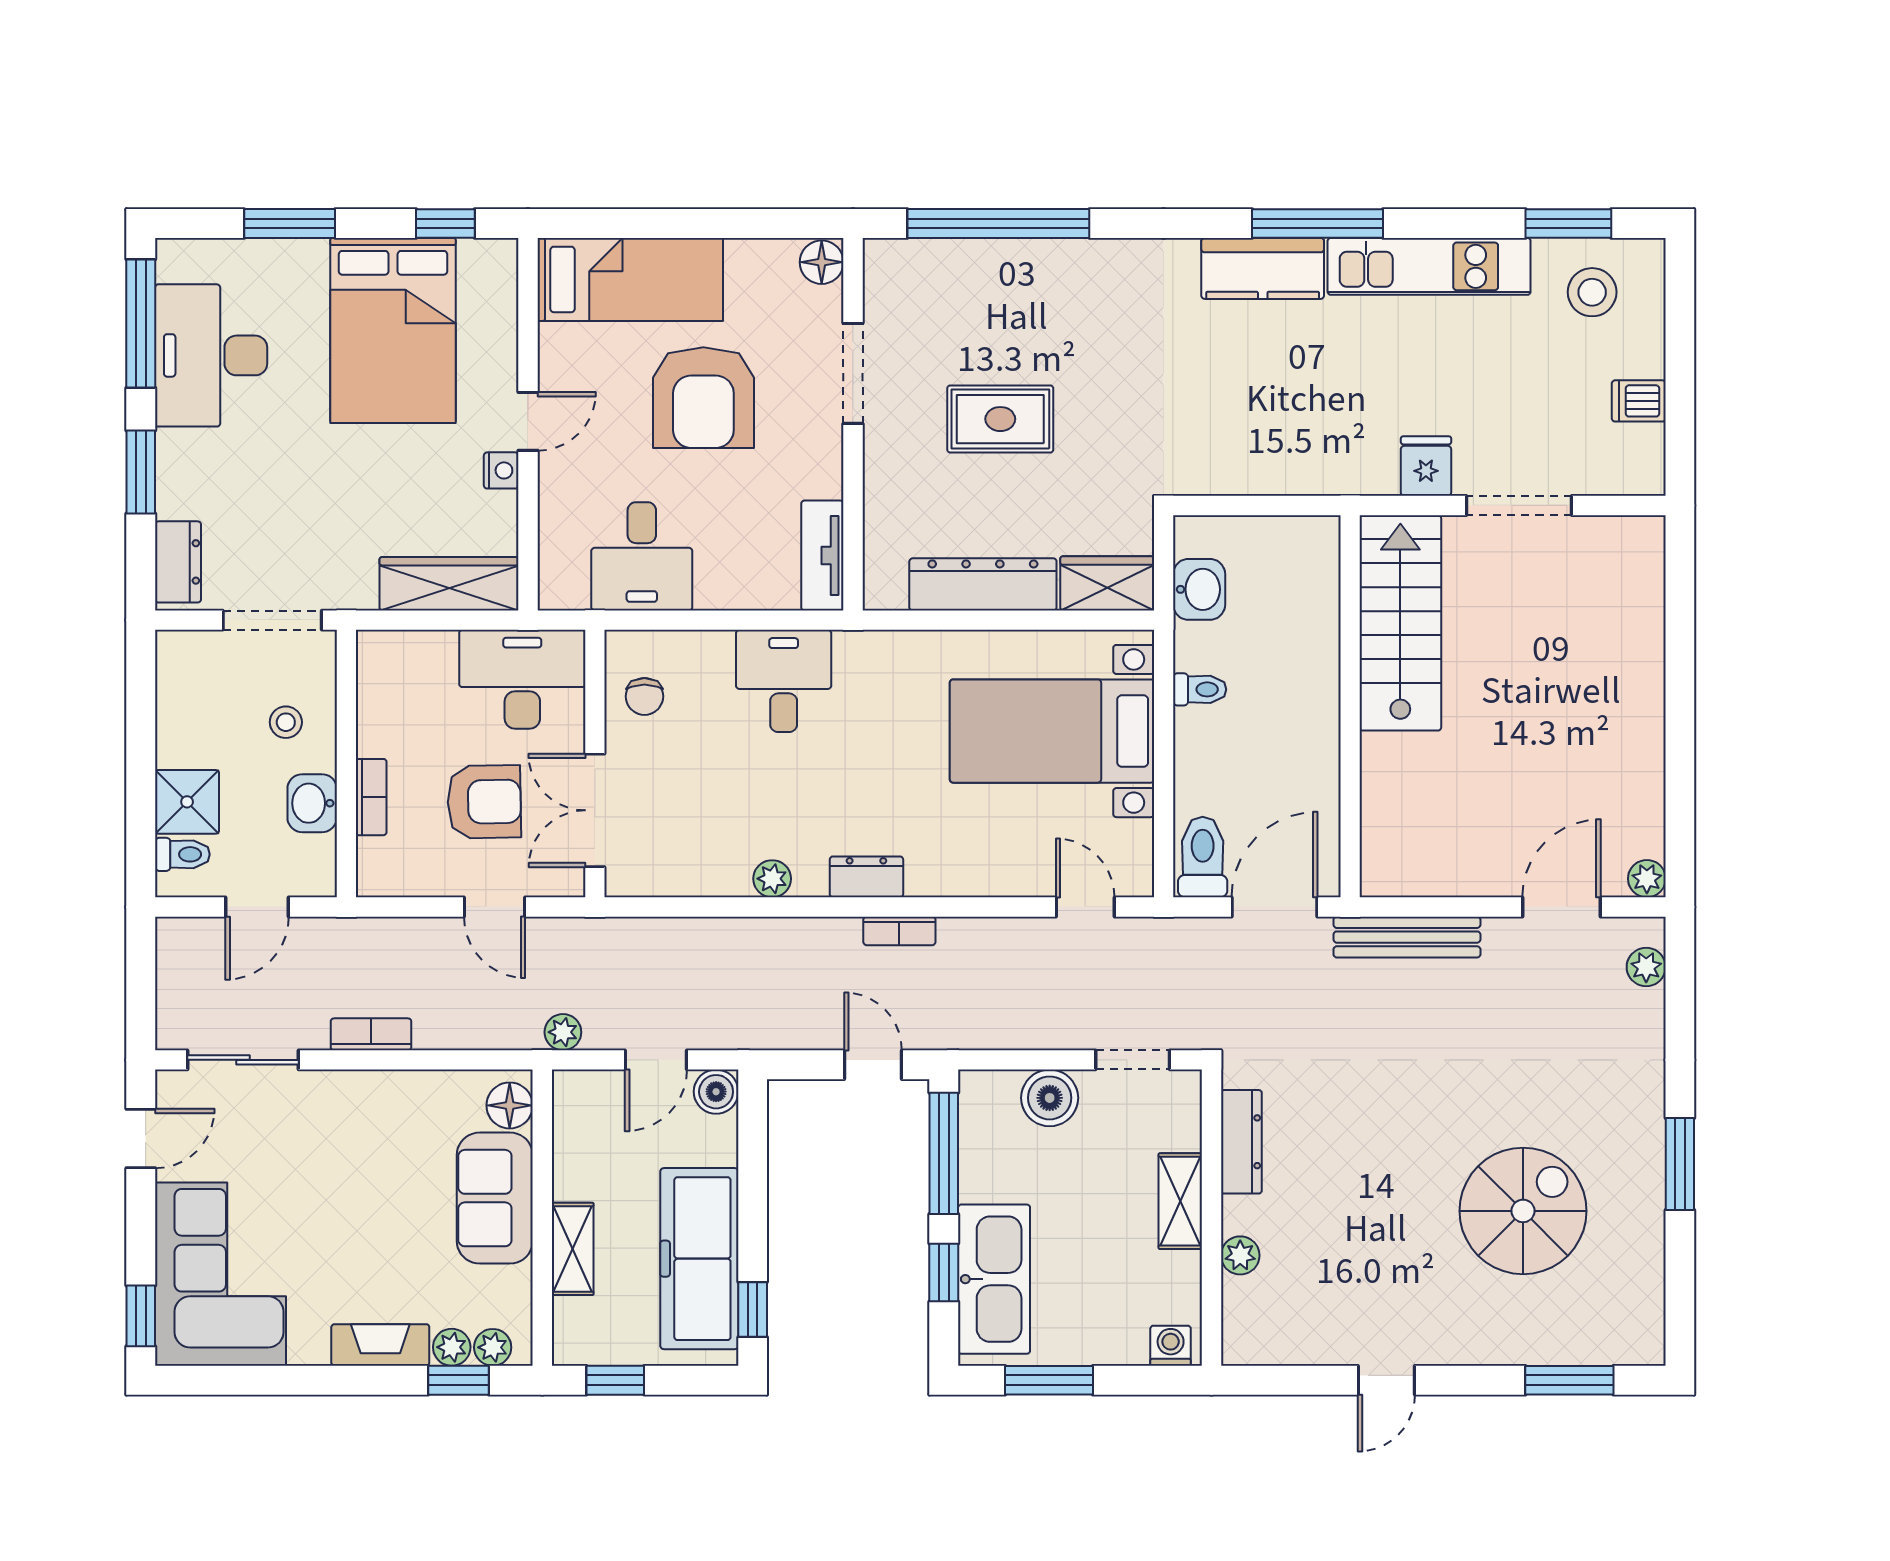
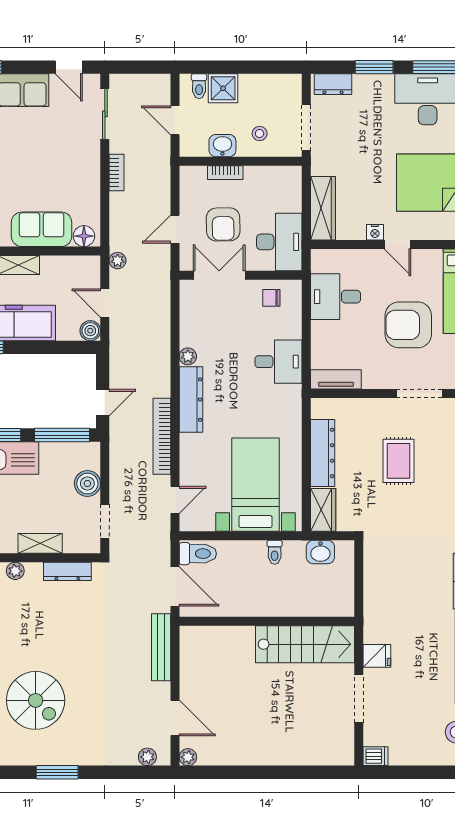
dishwasher: (1639, 401) -> (376, 756), moved, turned 90
dresser: (866, 877) -> (191, 400), width x1.96, depth x1.24
bookcase: (899, 931) -> (162, 436), width x2.31, depth x1.31

